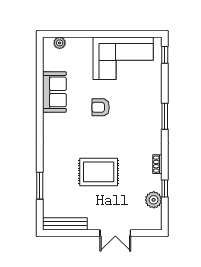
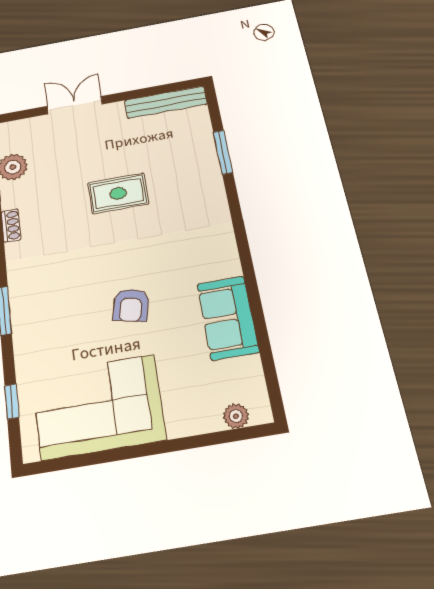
window: (165, 55) -> (12, 402), moved
armchair: (101, 107) -> (131, 305), turned 102
rug: (99, 172) -> (118, 193), width x0.73, depth x0.70

